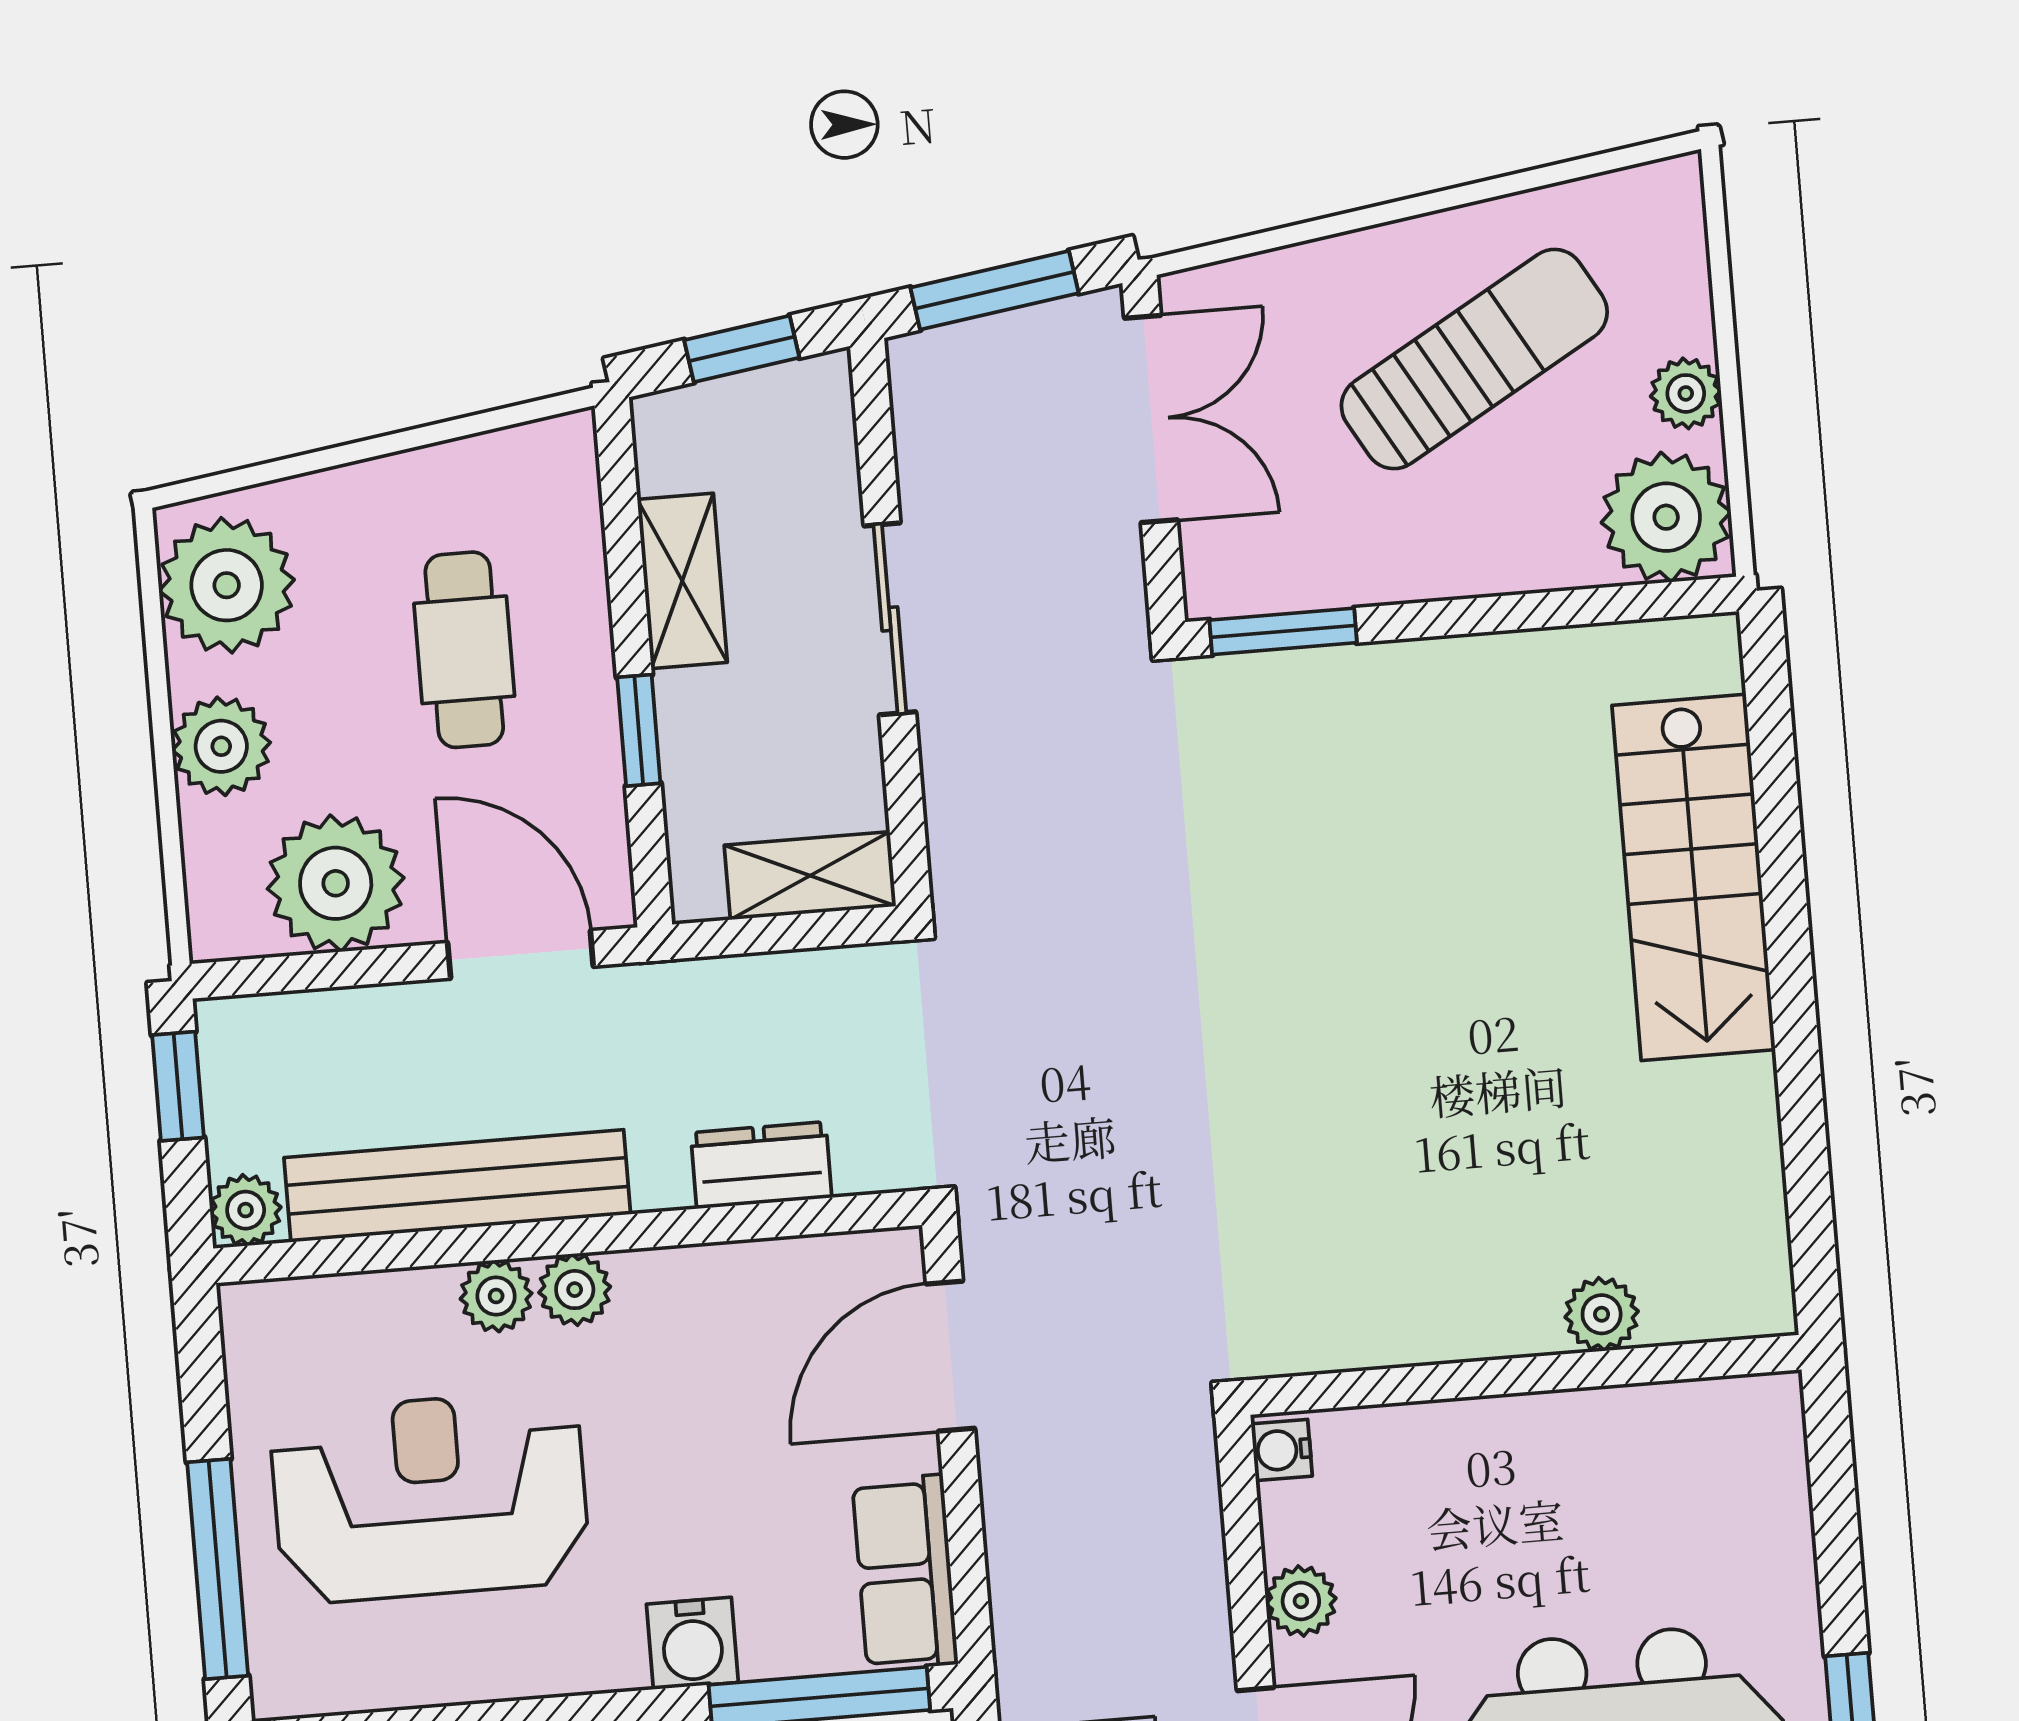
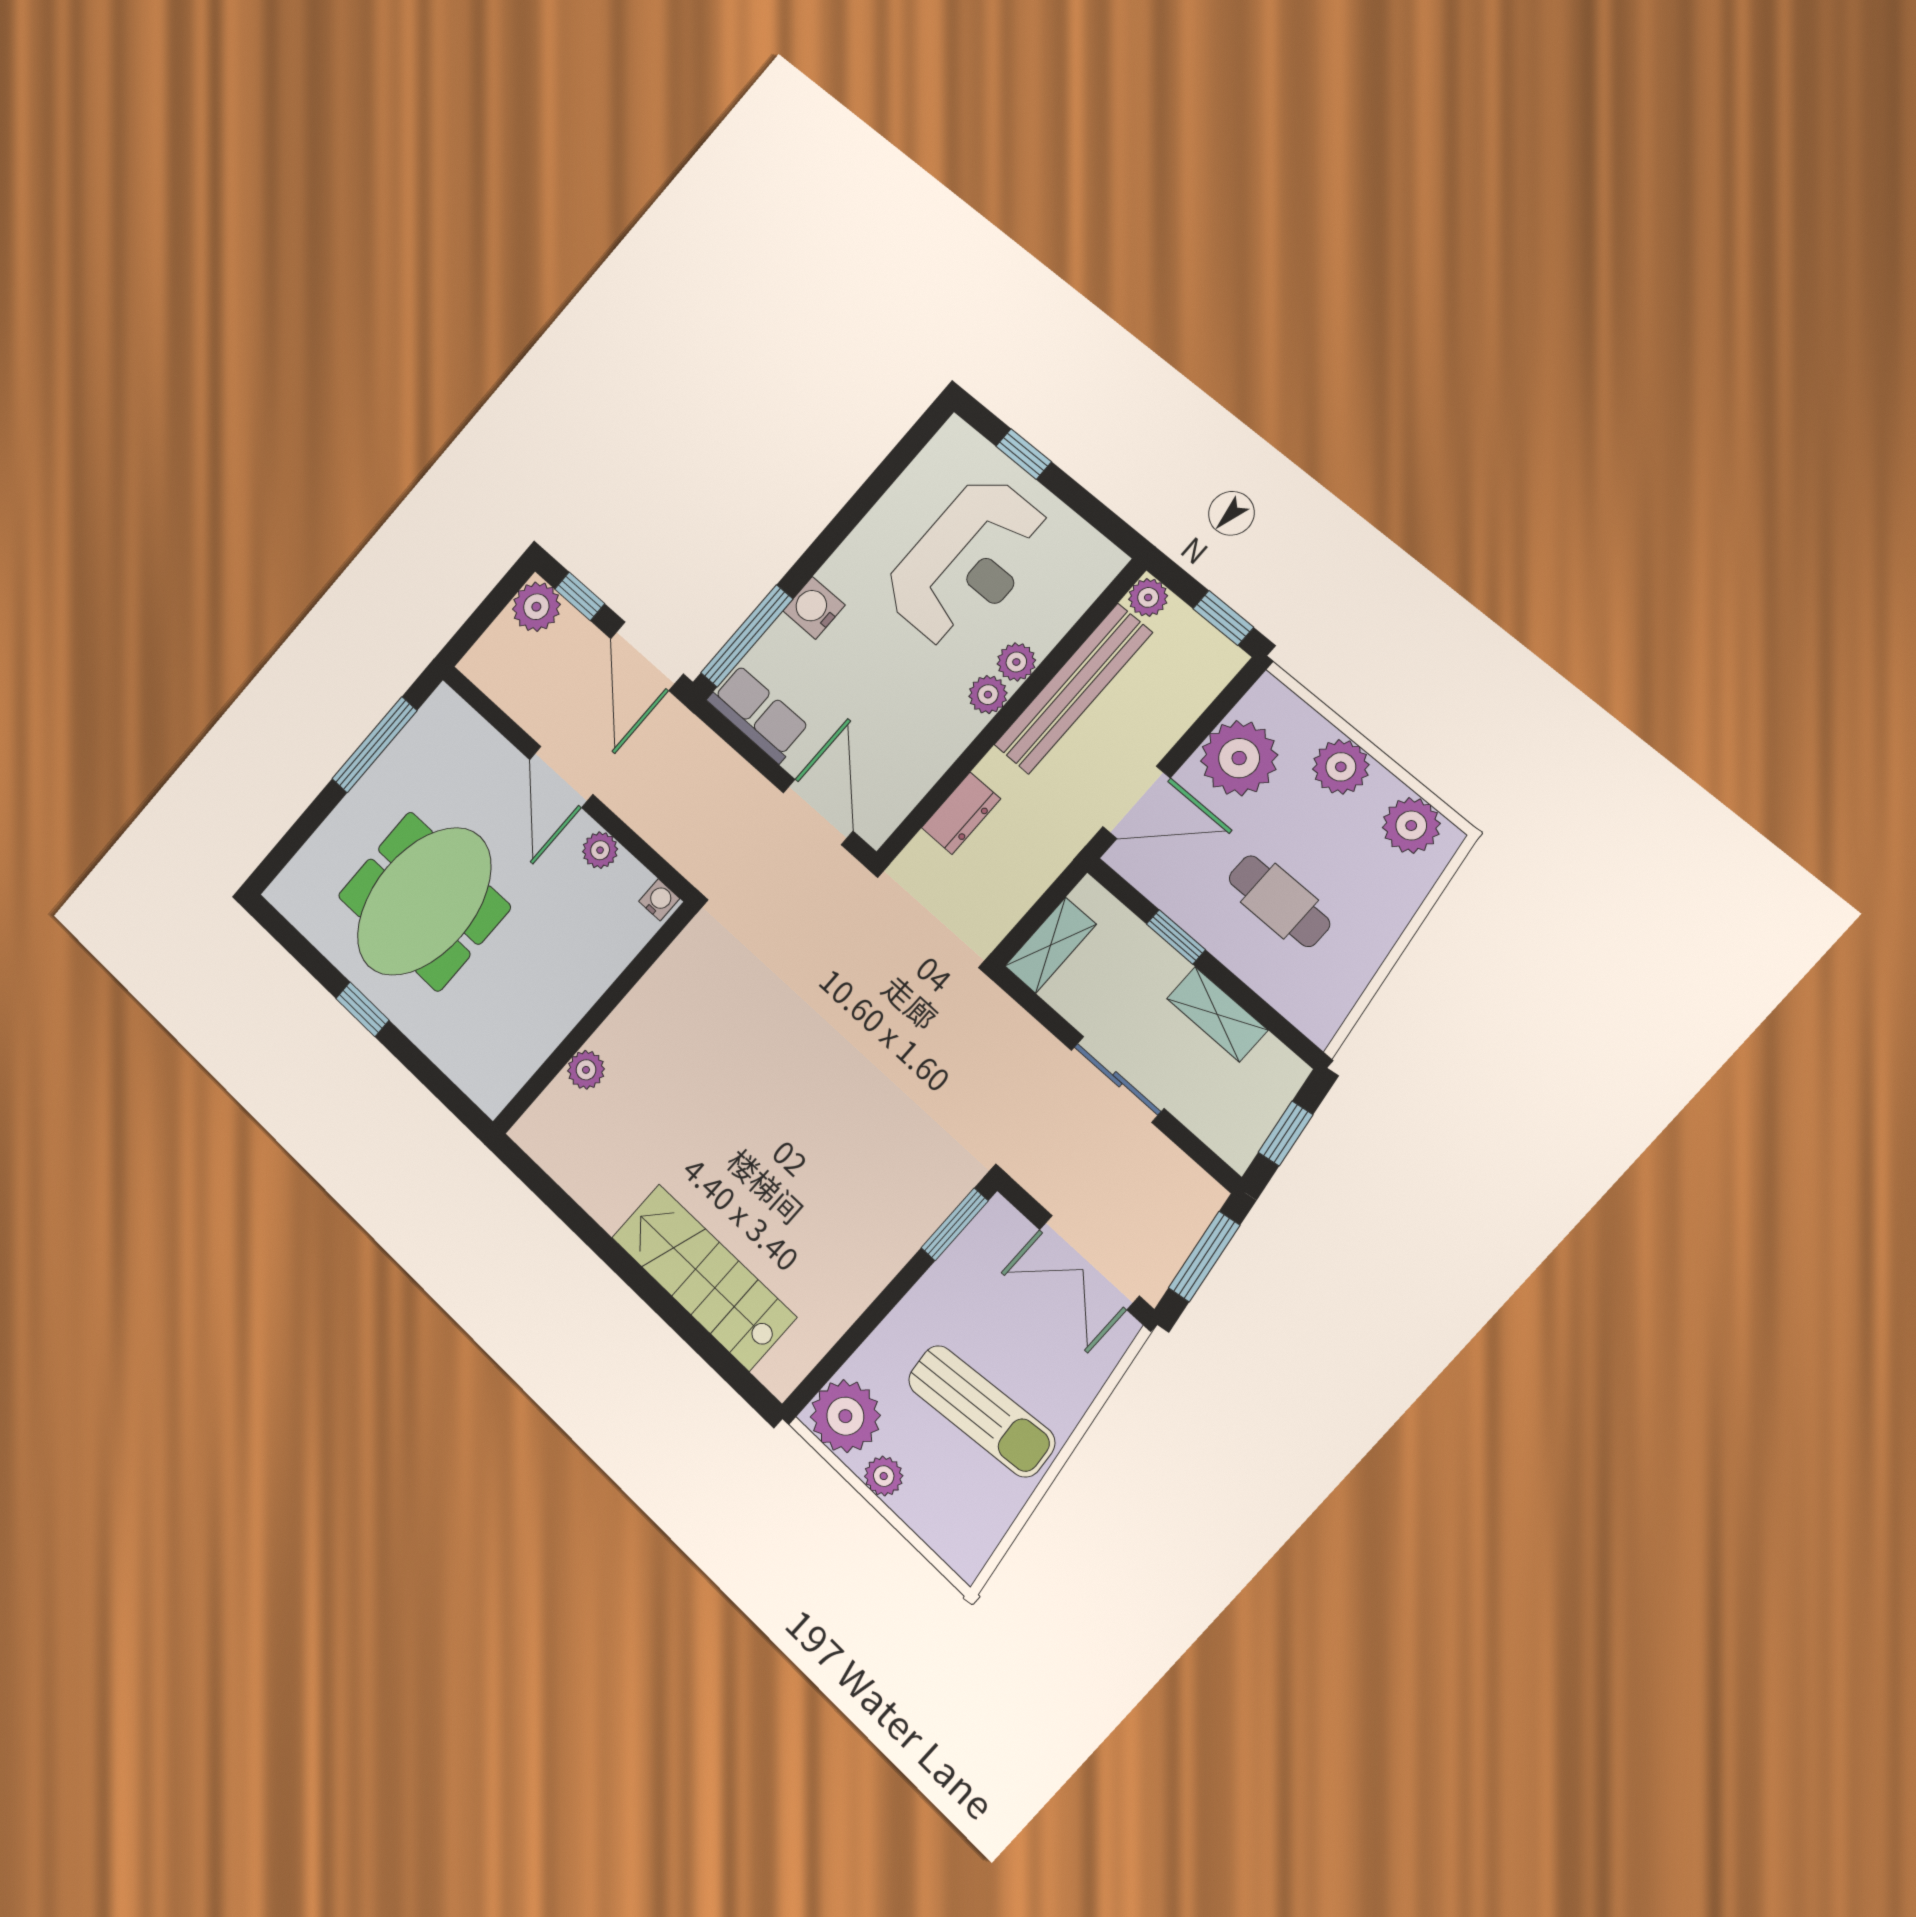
sun lounger: (1474, 359) -> (981, 1411), turned -65
plant: (227, 585) -> (1411, 826), width x0.73, depth x0.73
window: (218, 1569) -> (1024, 454), width x0.46

